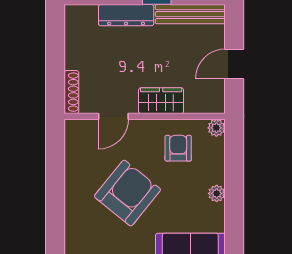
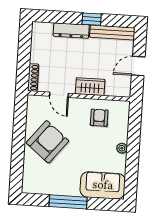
door: (113, 116) -> (59, 95), hinge flipped
plant: (216, 128) -> (124, 106), removed
armchair: (127, 193) -> (47, 142), moved

